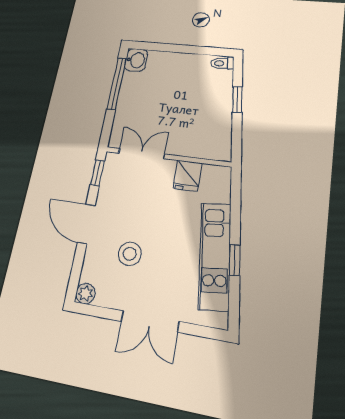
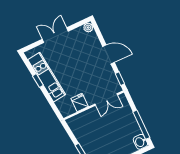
stool: (130, 254) -> (81, 55), removed

